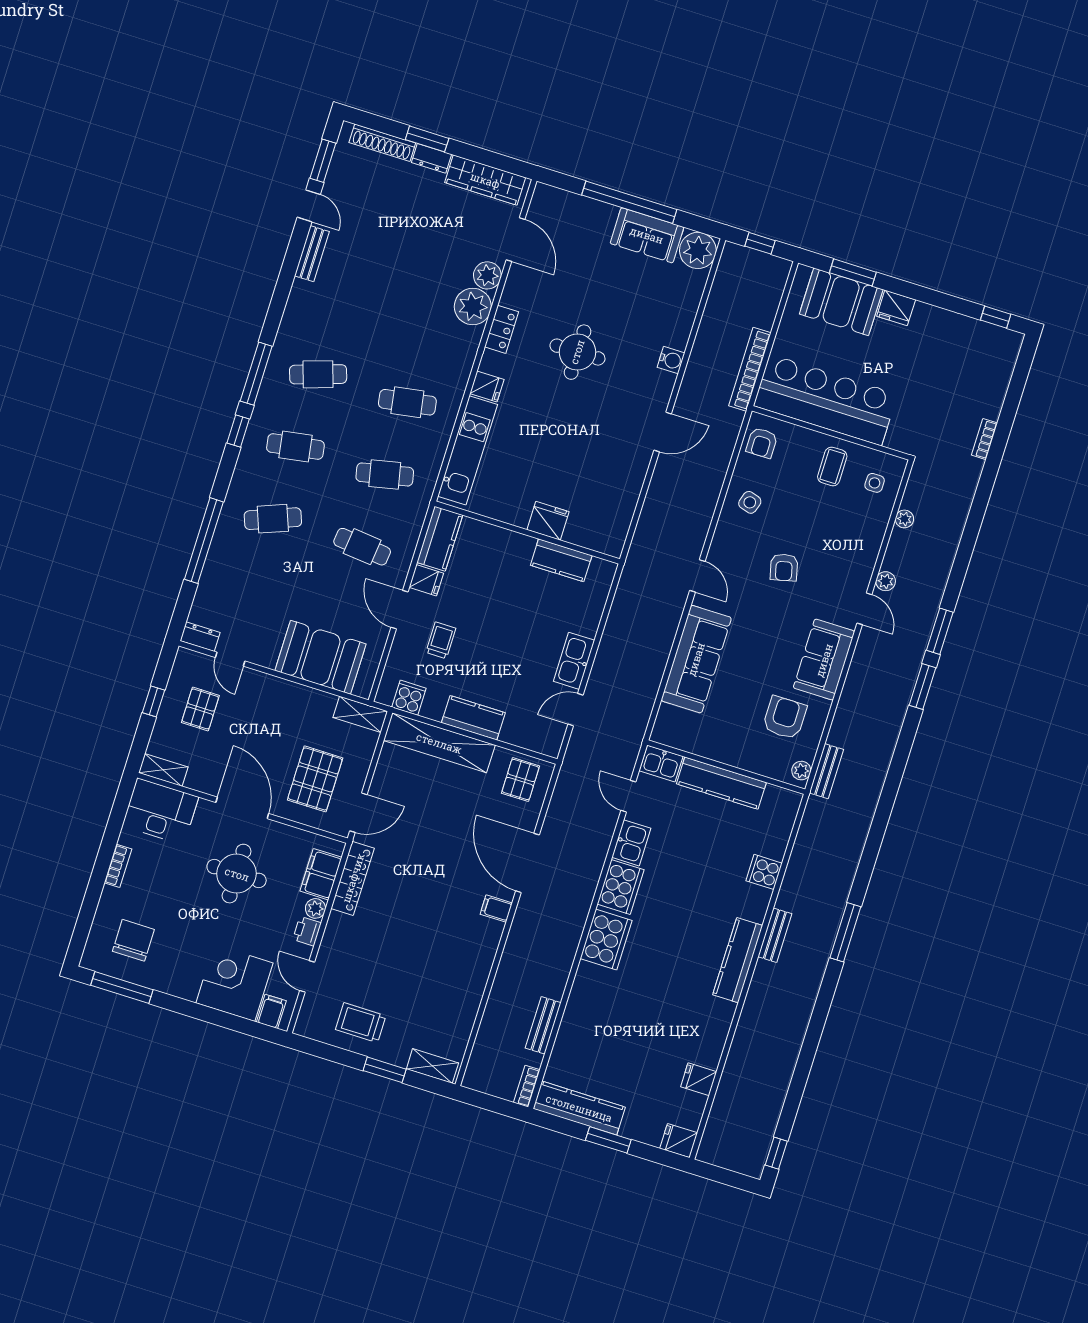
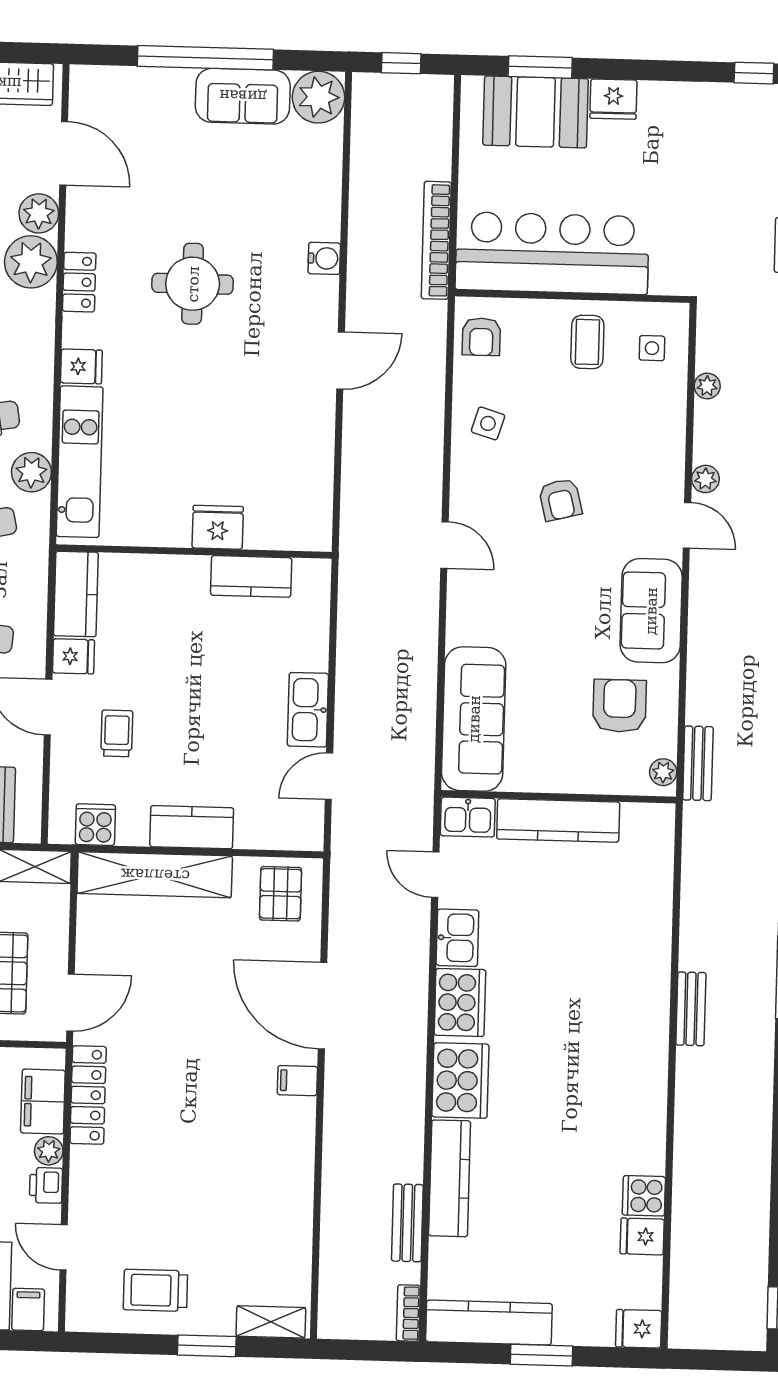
plant: (433, 448) -> (31, 472), added
sofa: (696, 659) -> (474, 719), moved
cooker: (764, 872) -> (644, 1196), moved
kitchen counter: (738, 960) -> (450, 1178), moved, turned 180

